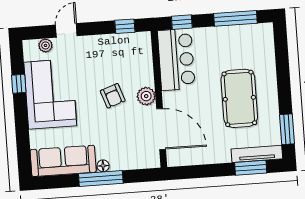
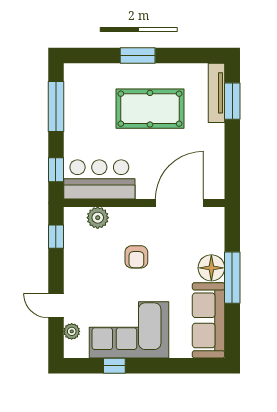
armchair: (113, 96) -> (136, 257), turned 109
plant: (146, 96) -> (98, 218), moved
window: (287, 129) -> (138, 55), moved
floor lamp: (103, 166) -> (211, 268), width x1.89, depth x1.89

